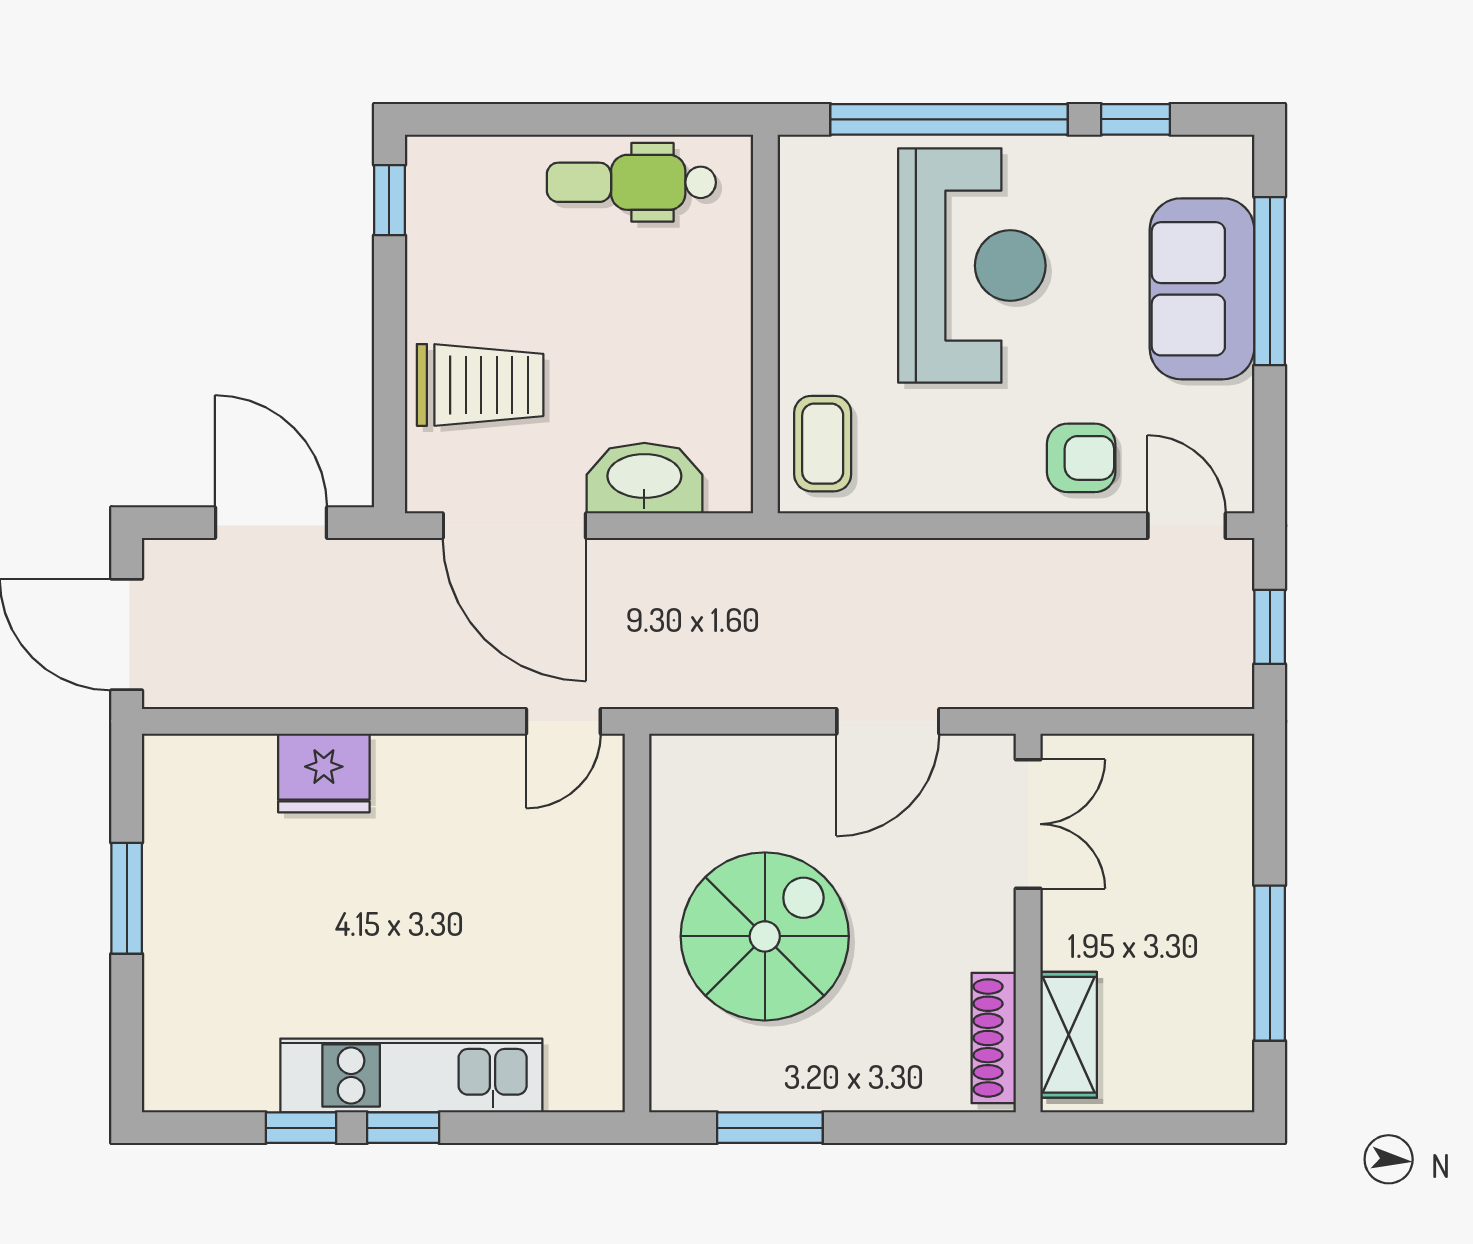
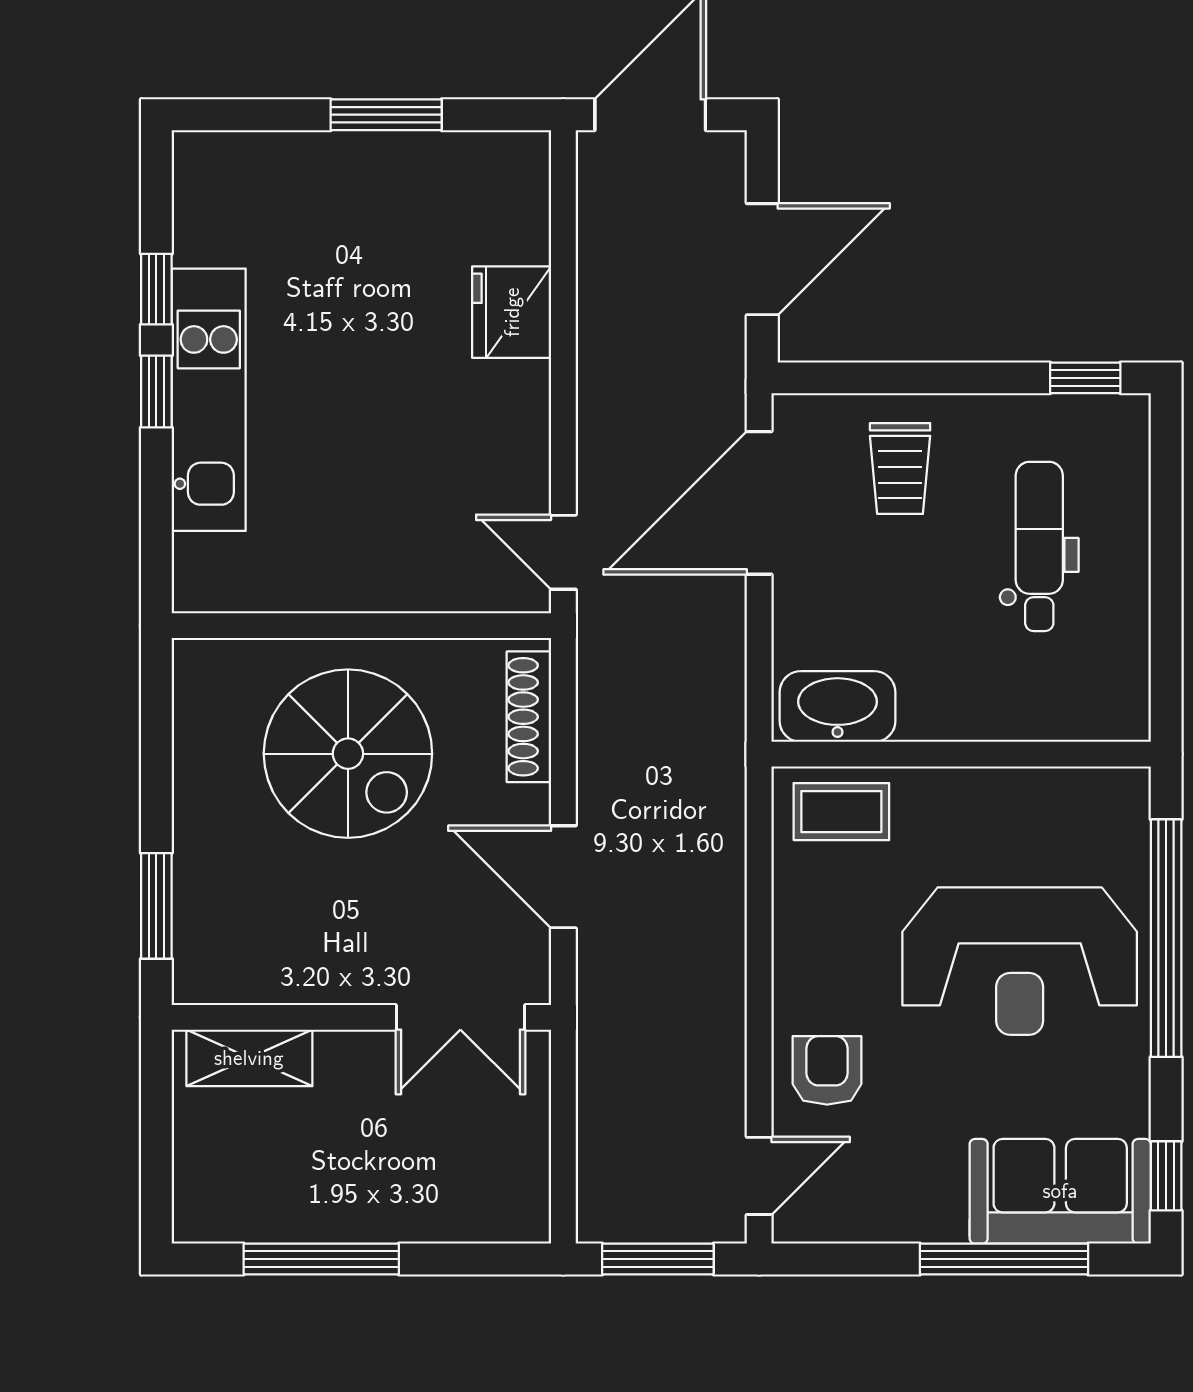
window: (1135, 119) -> (1166, 1176), moved
dental chair: (631, 182) -> (1039, 546), moved
sofa: (1202, 289) -> (1060, 1191), moved
trolley: (480, 385) -> (900, 469), width x0.73, depth x0.72
armchair: (1081, 458) -> (827, 1070), turned 180
washbasin: (644, 478) -> (837, 707), moved, turned -90
window: (1270, 627) -> (658, 1259), width x1.50
shoe rack: (994, 1038) -> (529, 717), moved, turned -90
window: (770, 1128) -> (156, 906), moved

